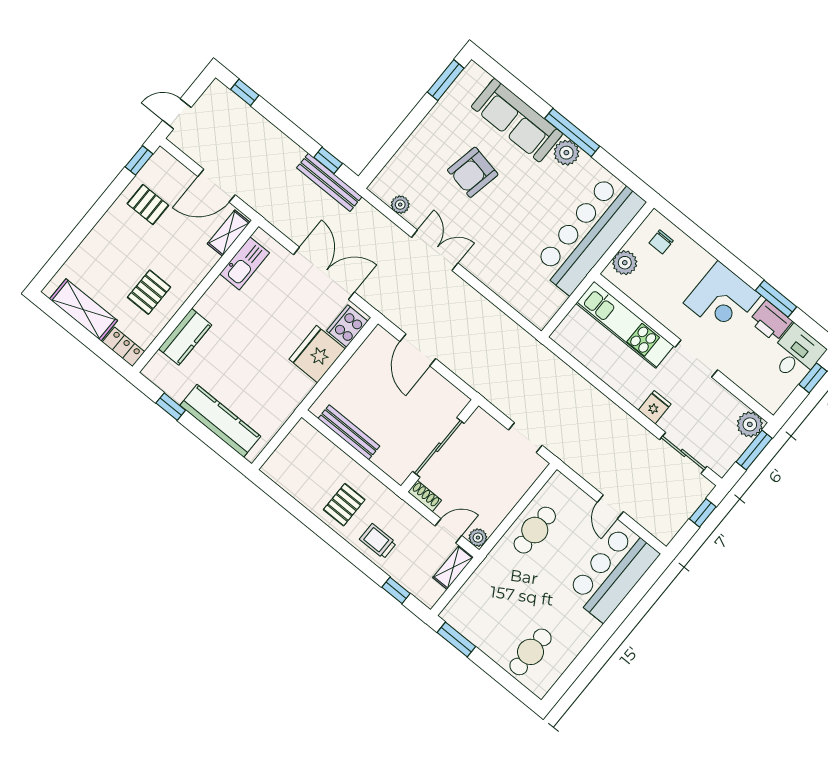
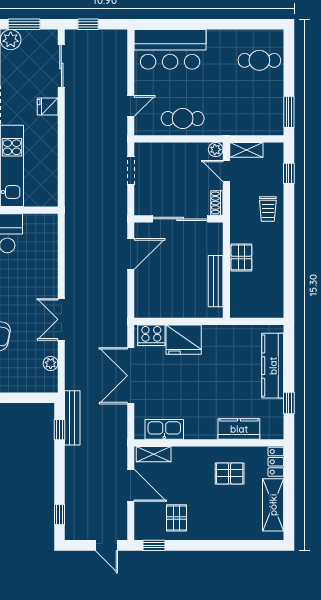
door: (418, 350) -> (131, 254), moved
pallet: (344, 505) -> (241, 257), moved, turned 90
door: (610, 507) -> (131, 106), moved

